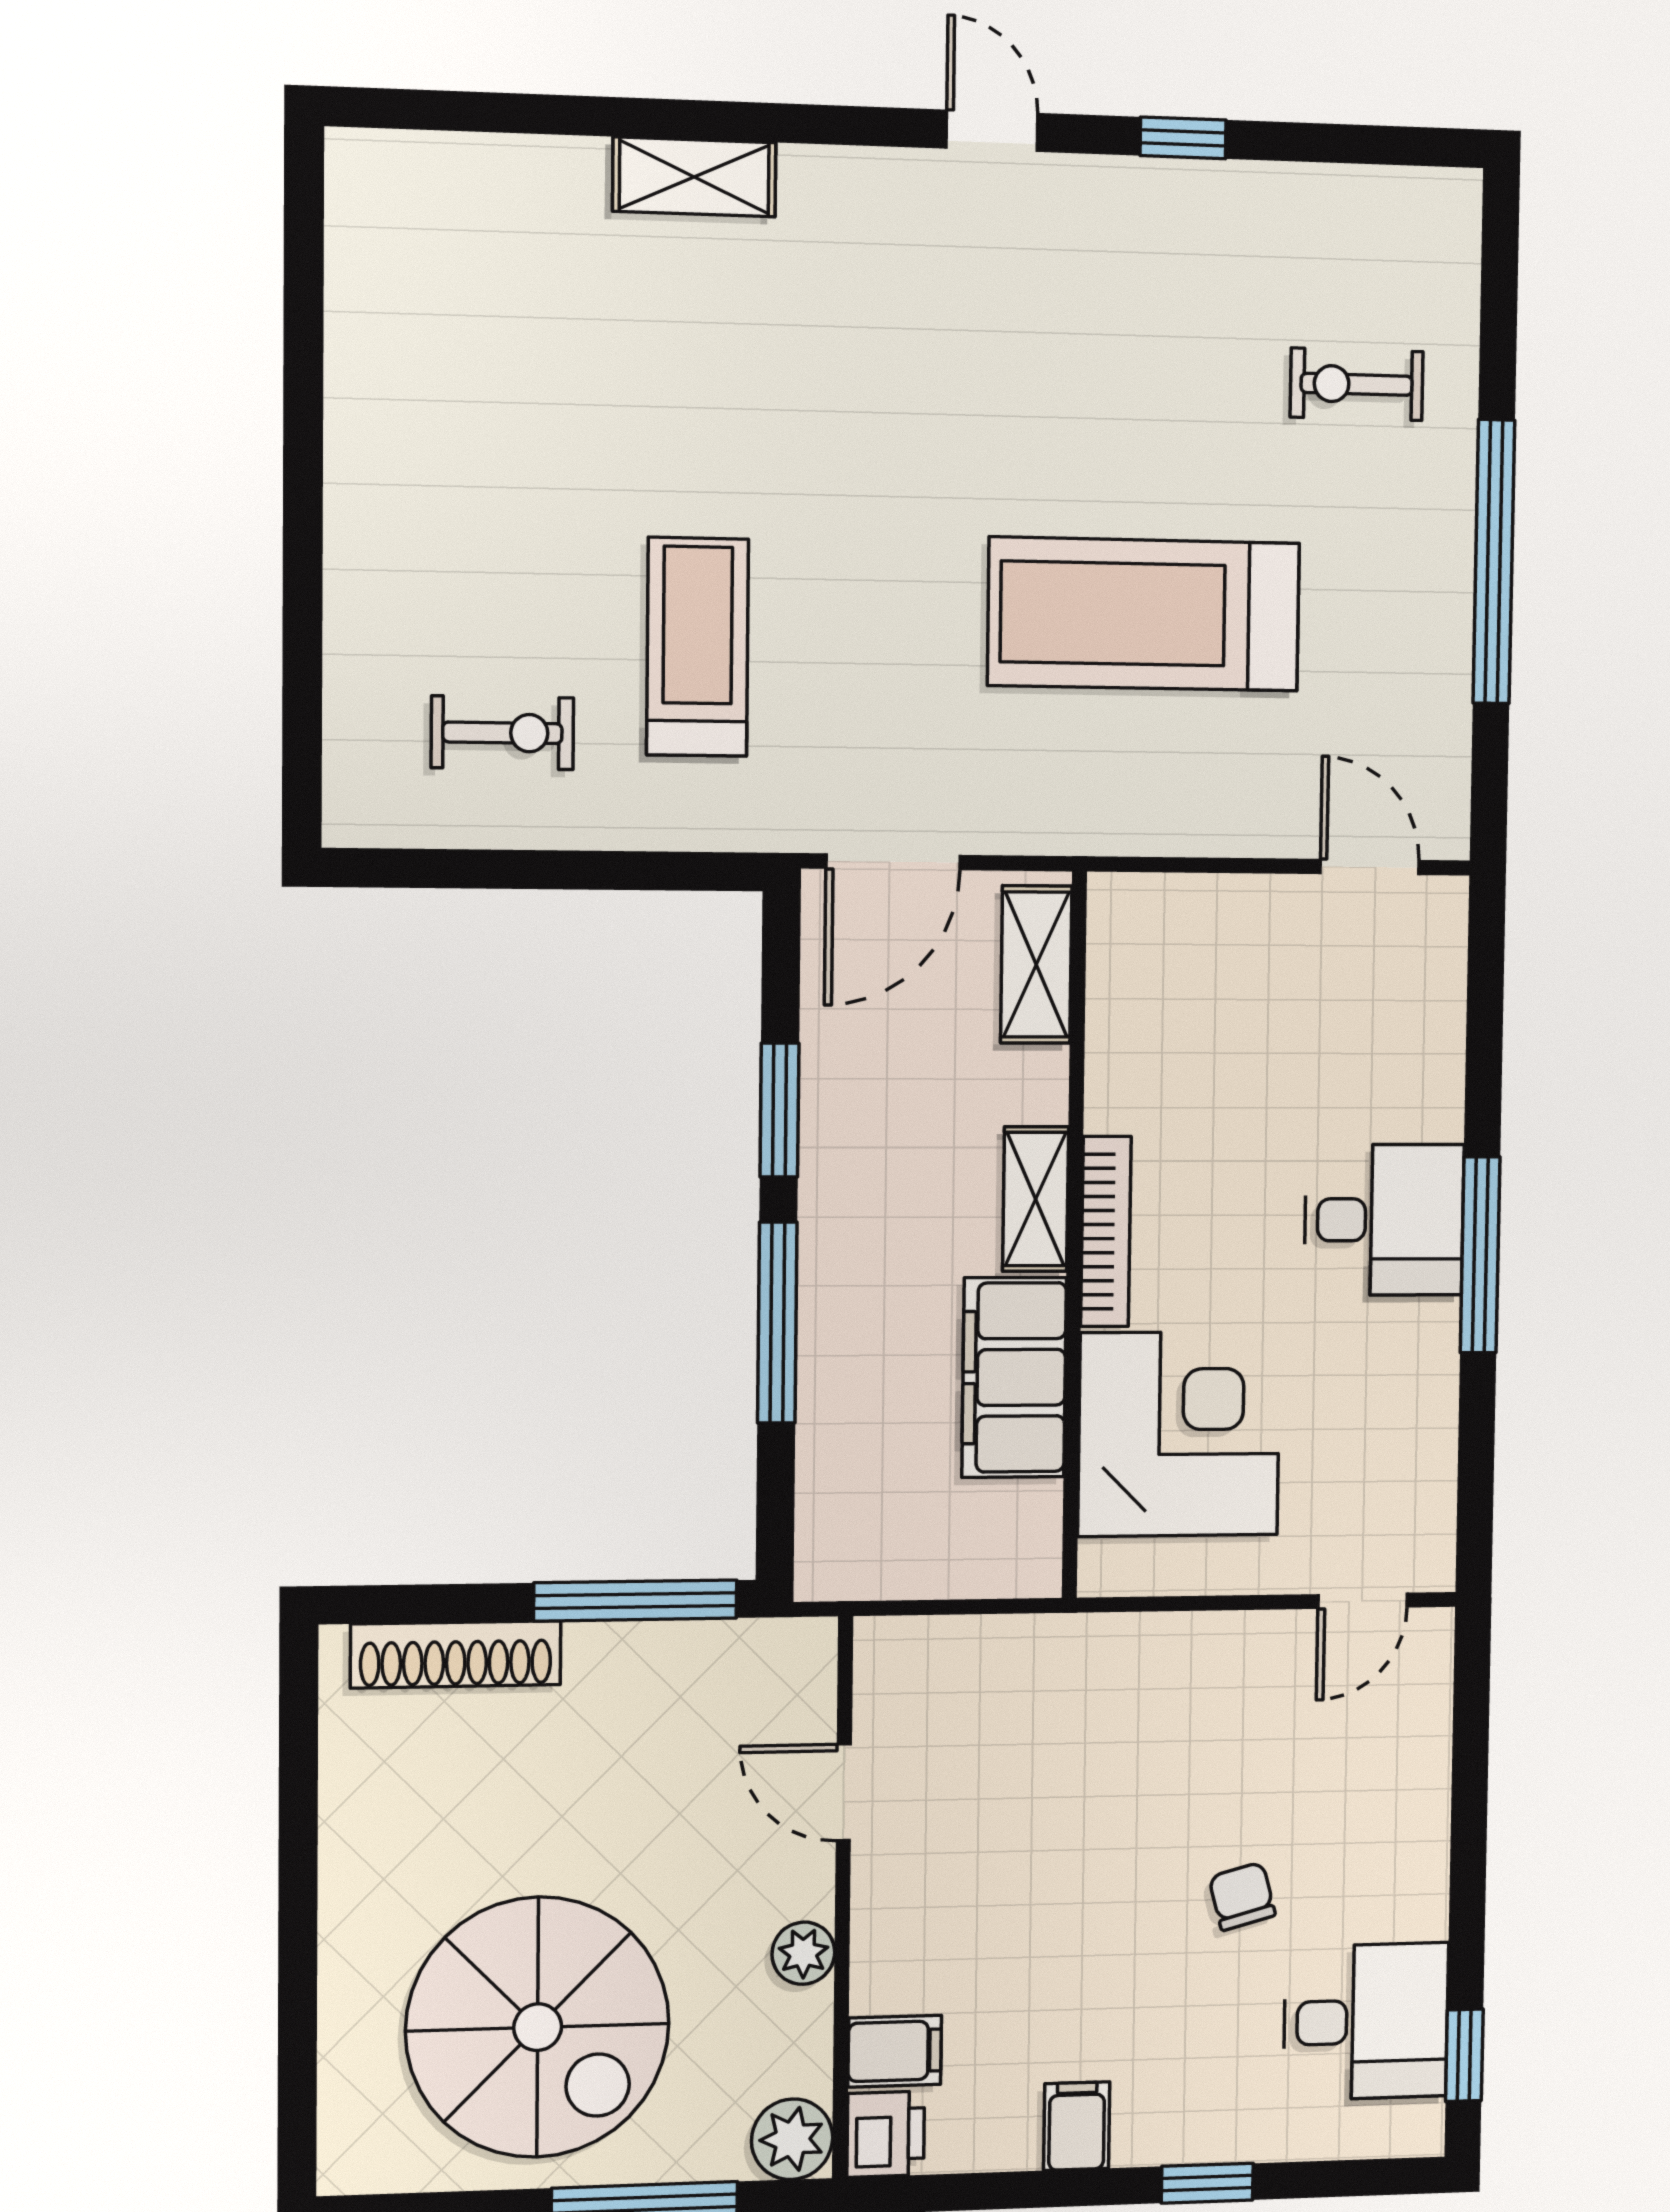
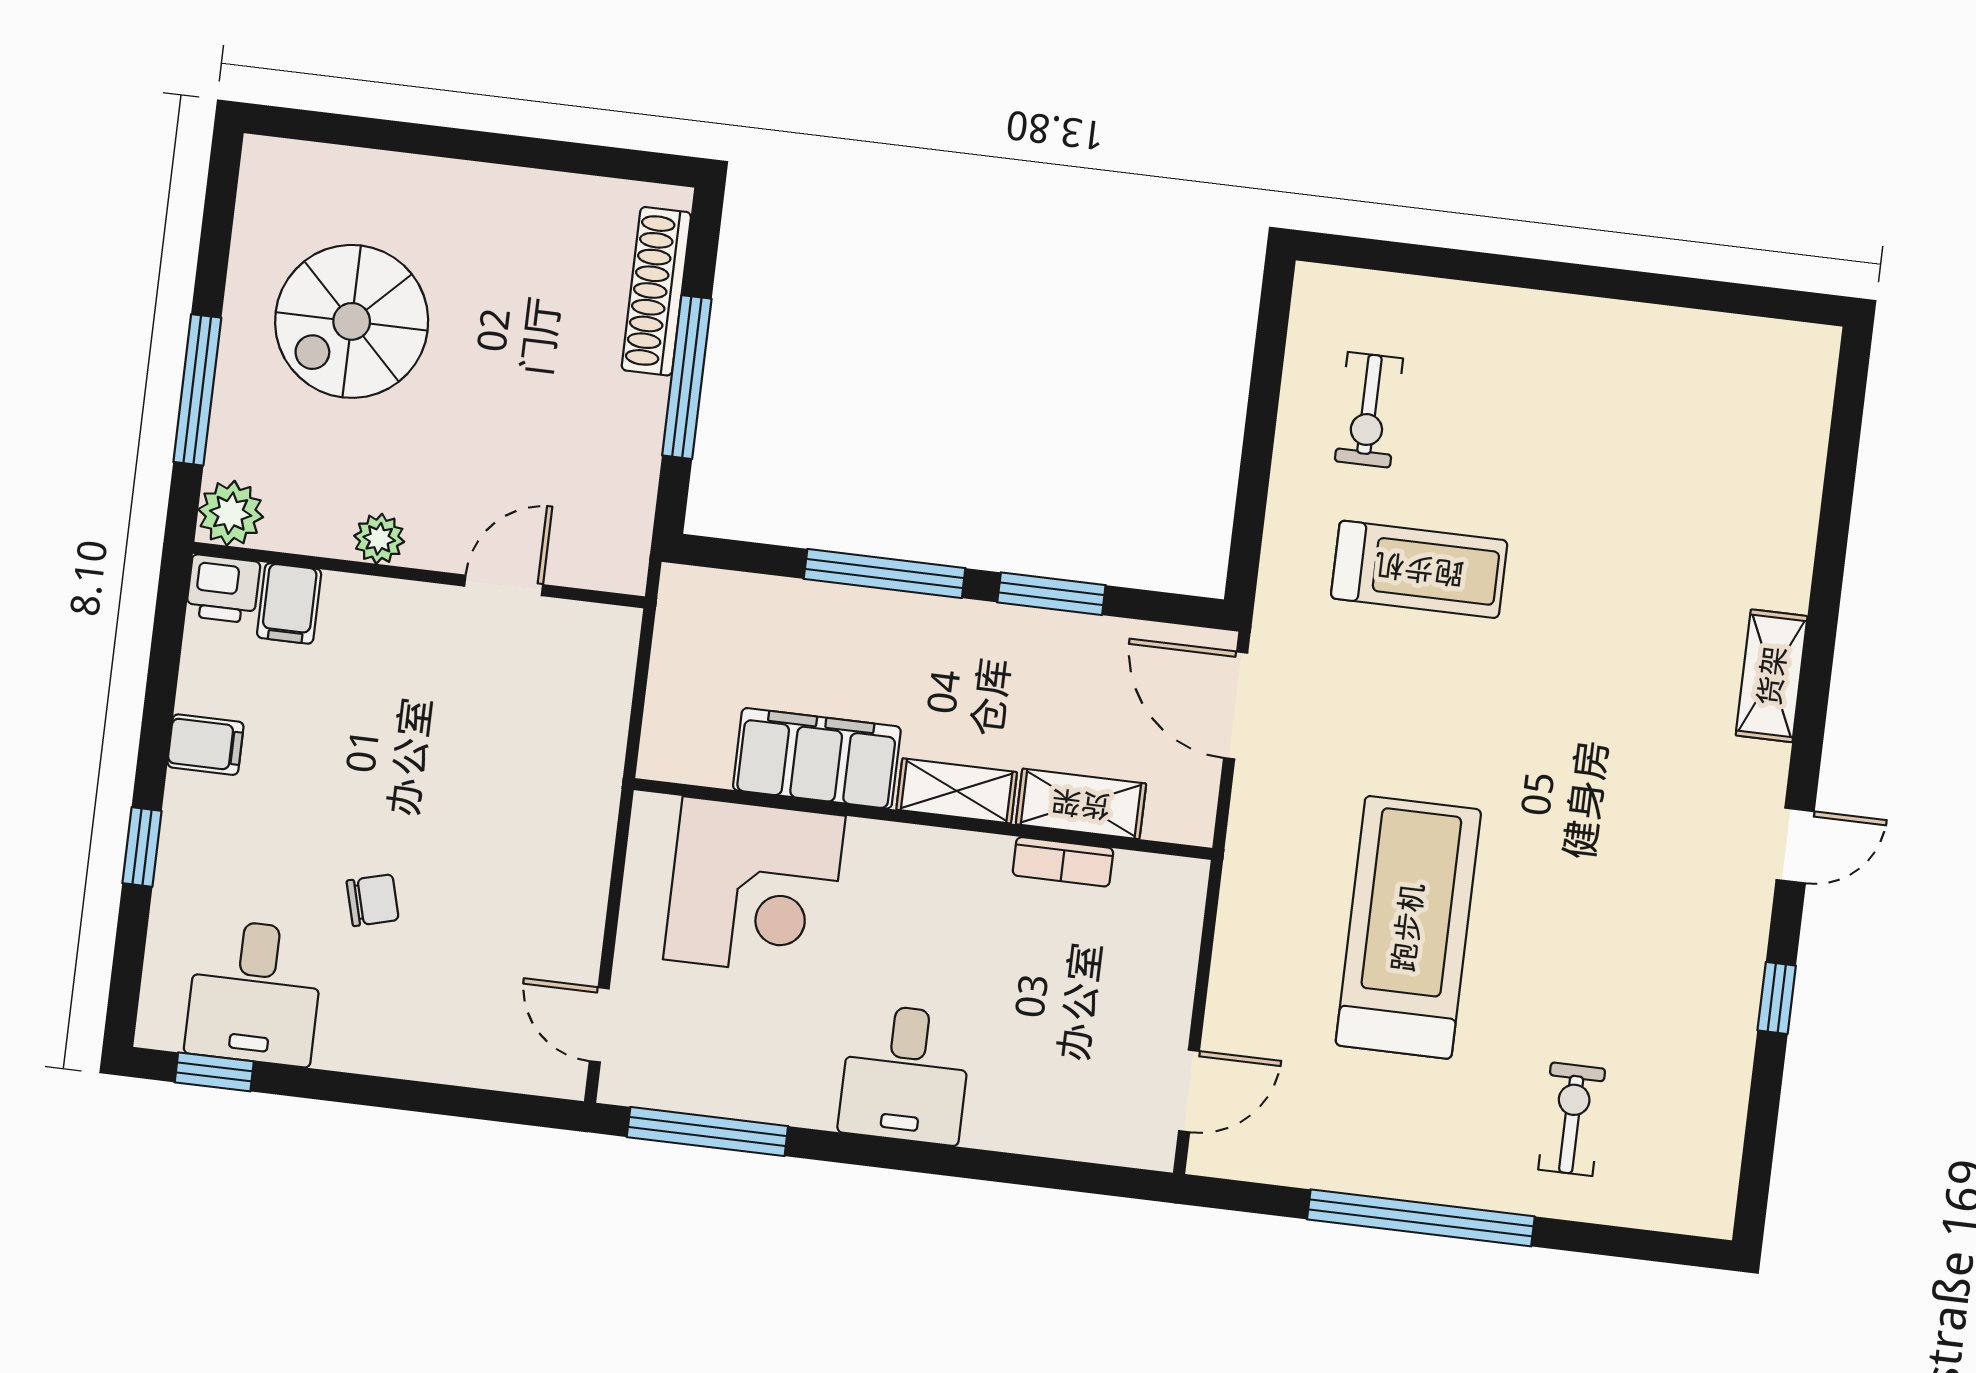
shelving: (694, 177) -> (1772, 676), moved
shelving: (1036, 965) -> (1081, 804), moved
bookcase: (1106, 1231) -> (1063, 862), moved, width x0.64
window: (1480, 1255) -> (707, 1132), moved
window: (635, 1601) -> (687, 377), moved
spiral stairs: (538, 2027) -> (352, 321), width x0.73, depth x0.73

